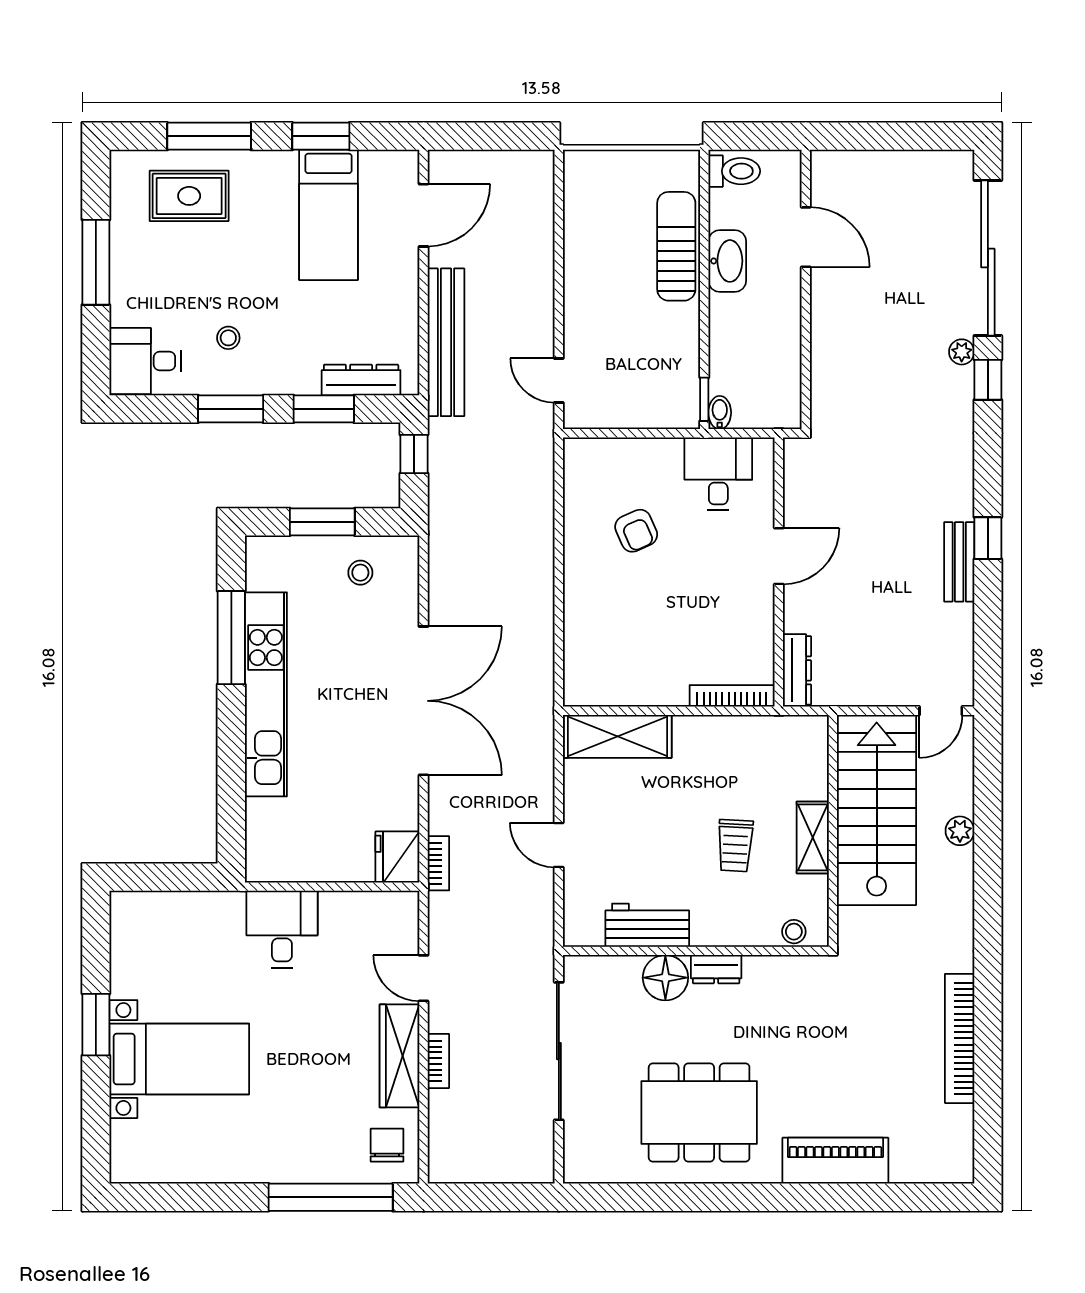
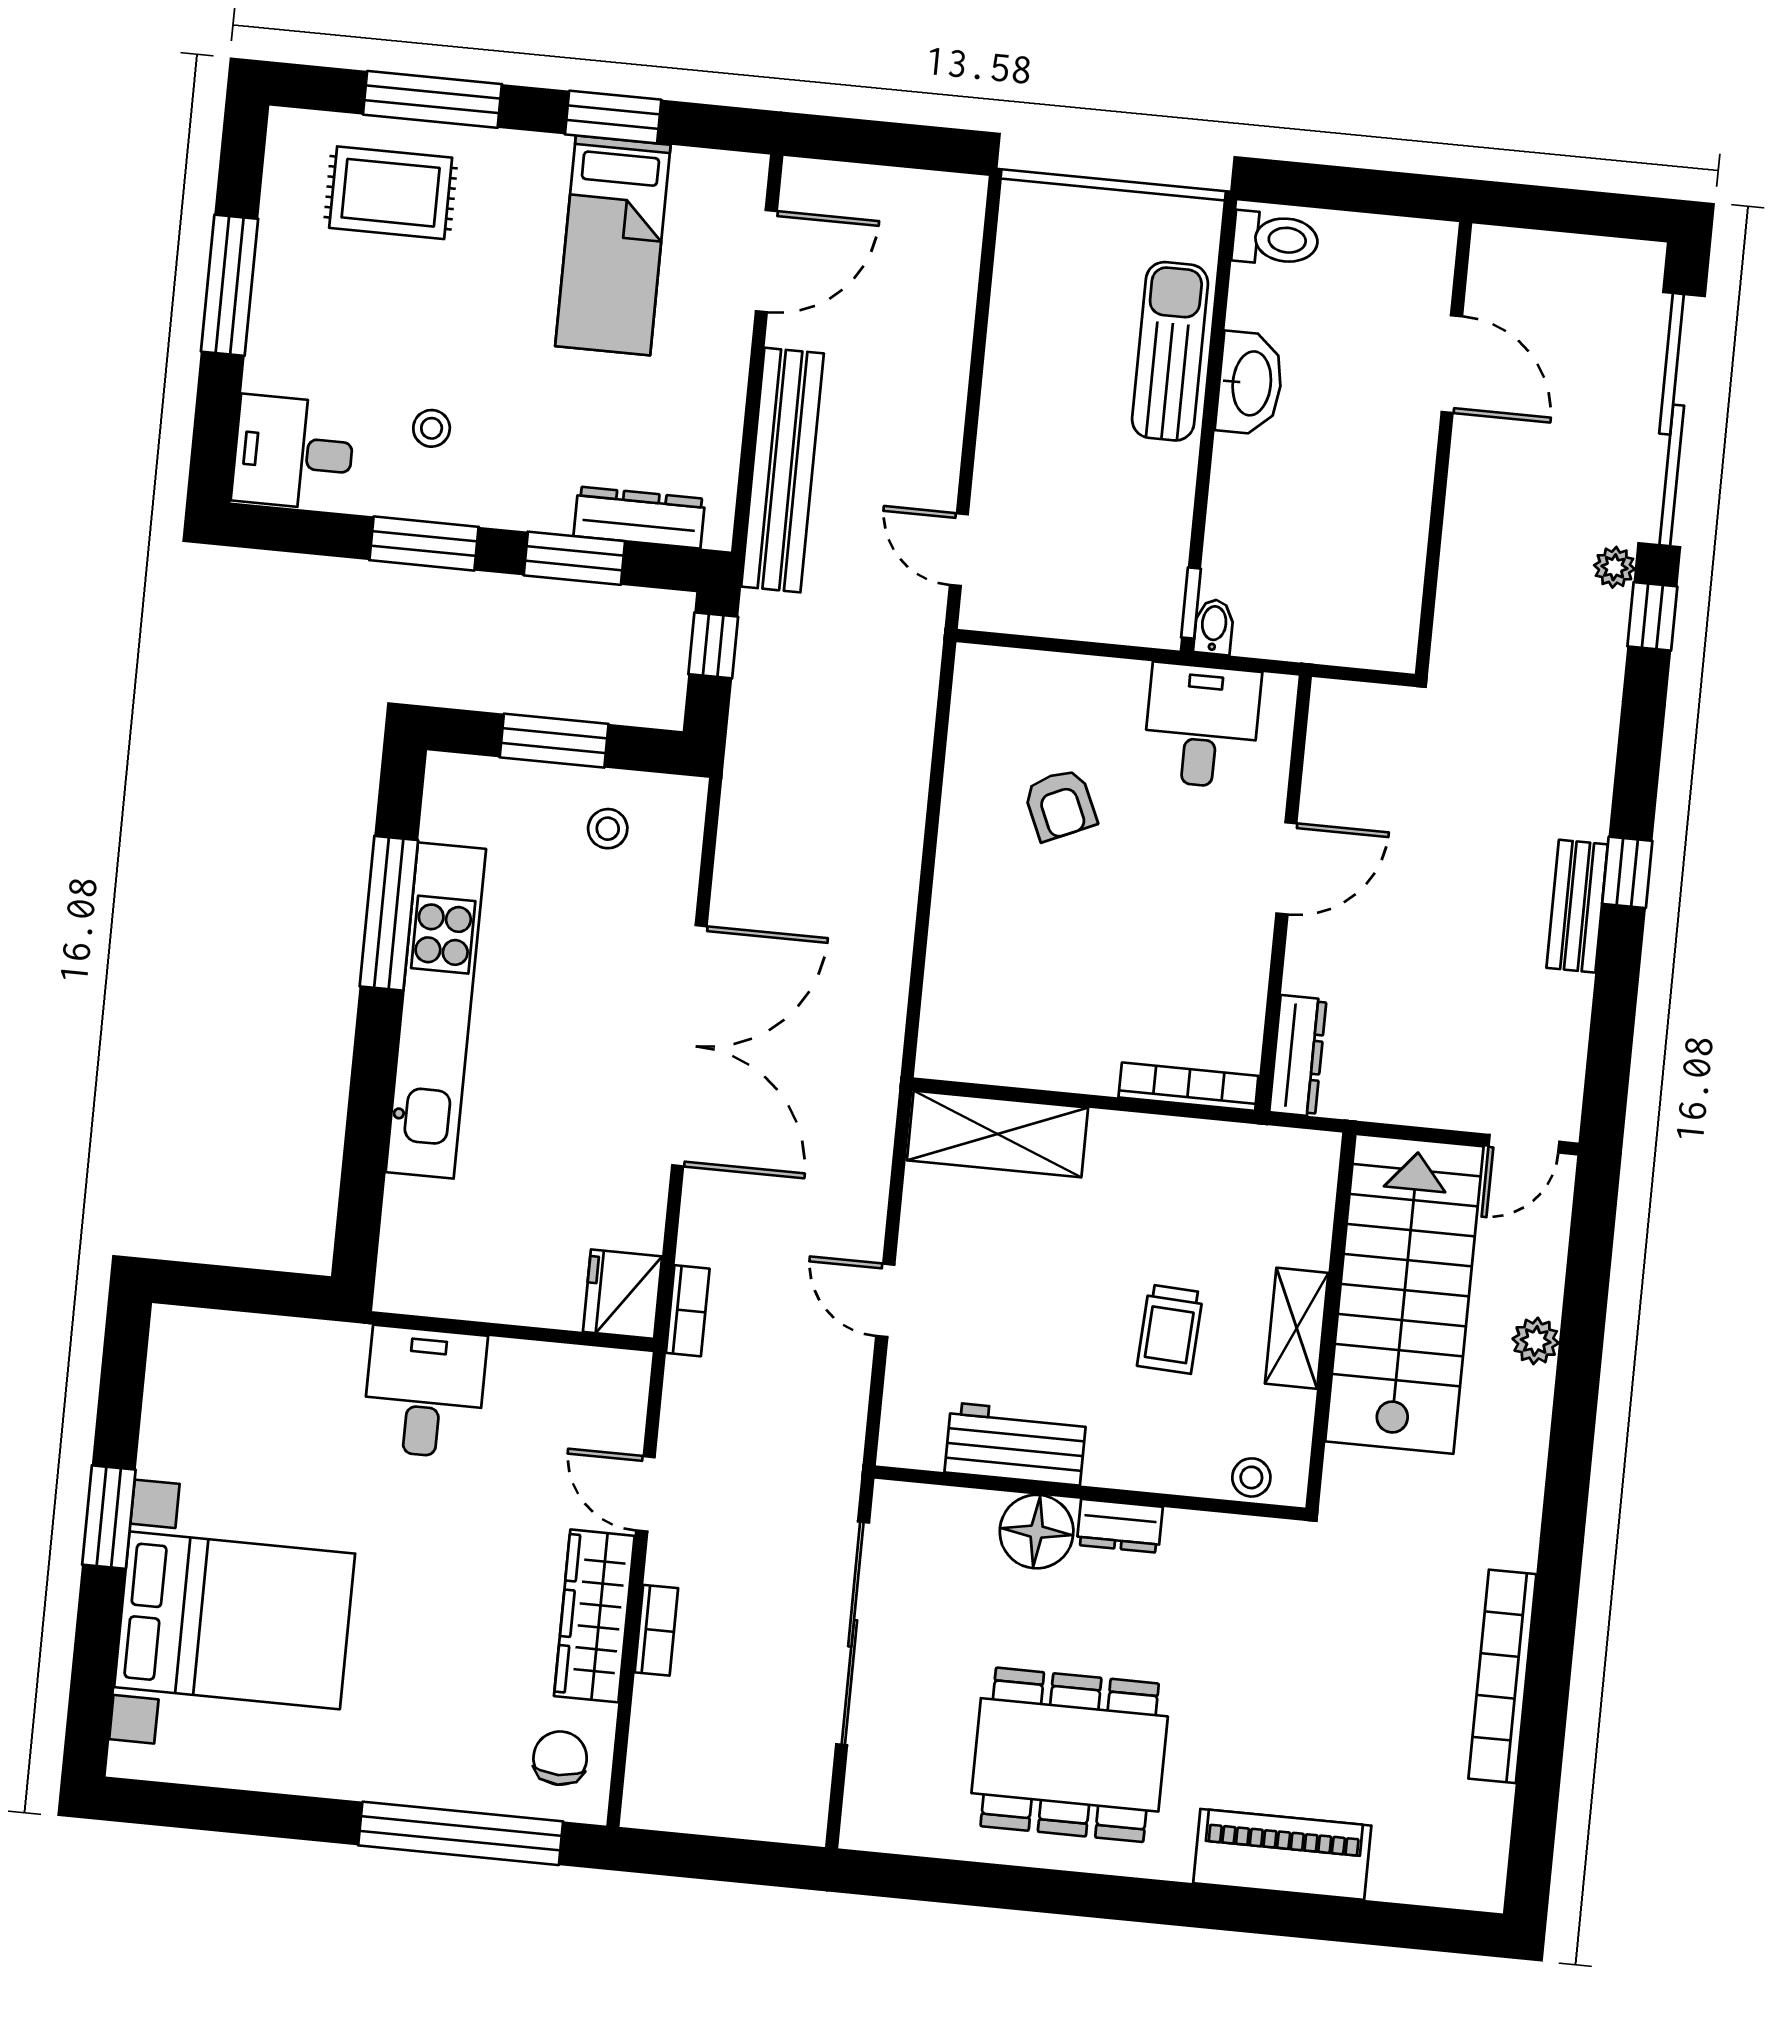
door: (806, 237) -> (1452, 364), moved
wall: (806, 289) -> (1444, 449), moved
bed with nightstands: (179, 1059) -> (235, 1620), width x1.36

